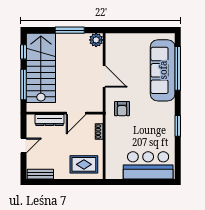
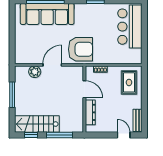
plant: (96, 40) -> (35, 72), moved
stairs: (41, 68) -> (37, 124), width x0.73, depth x0.66
armchair: (122, 109) -> (80, 49), width x1.88, depth x1.88
door: (23, 145) -> (124, 135), moved

